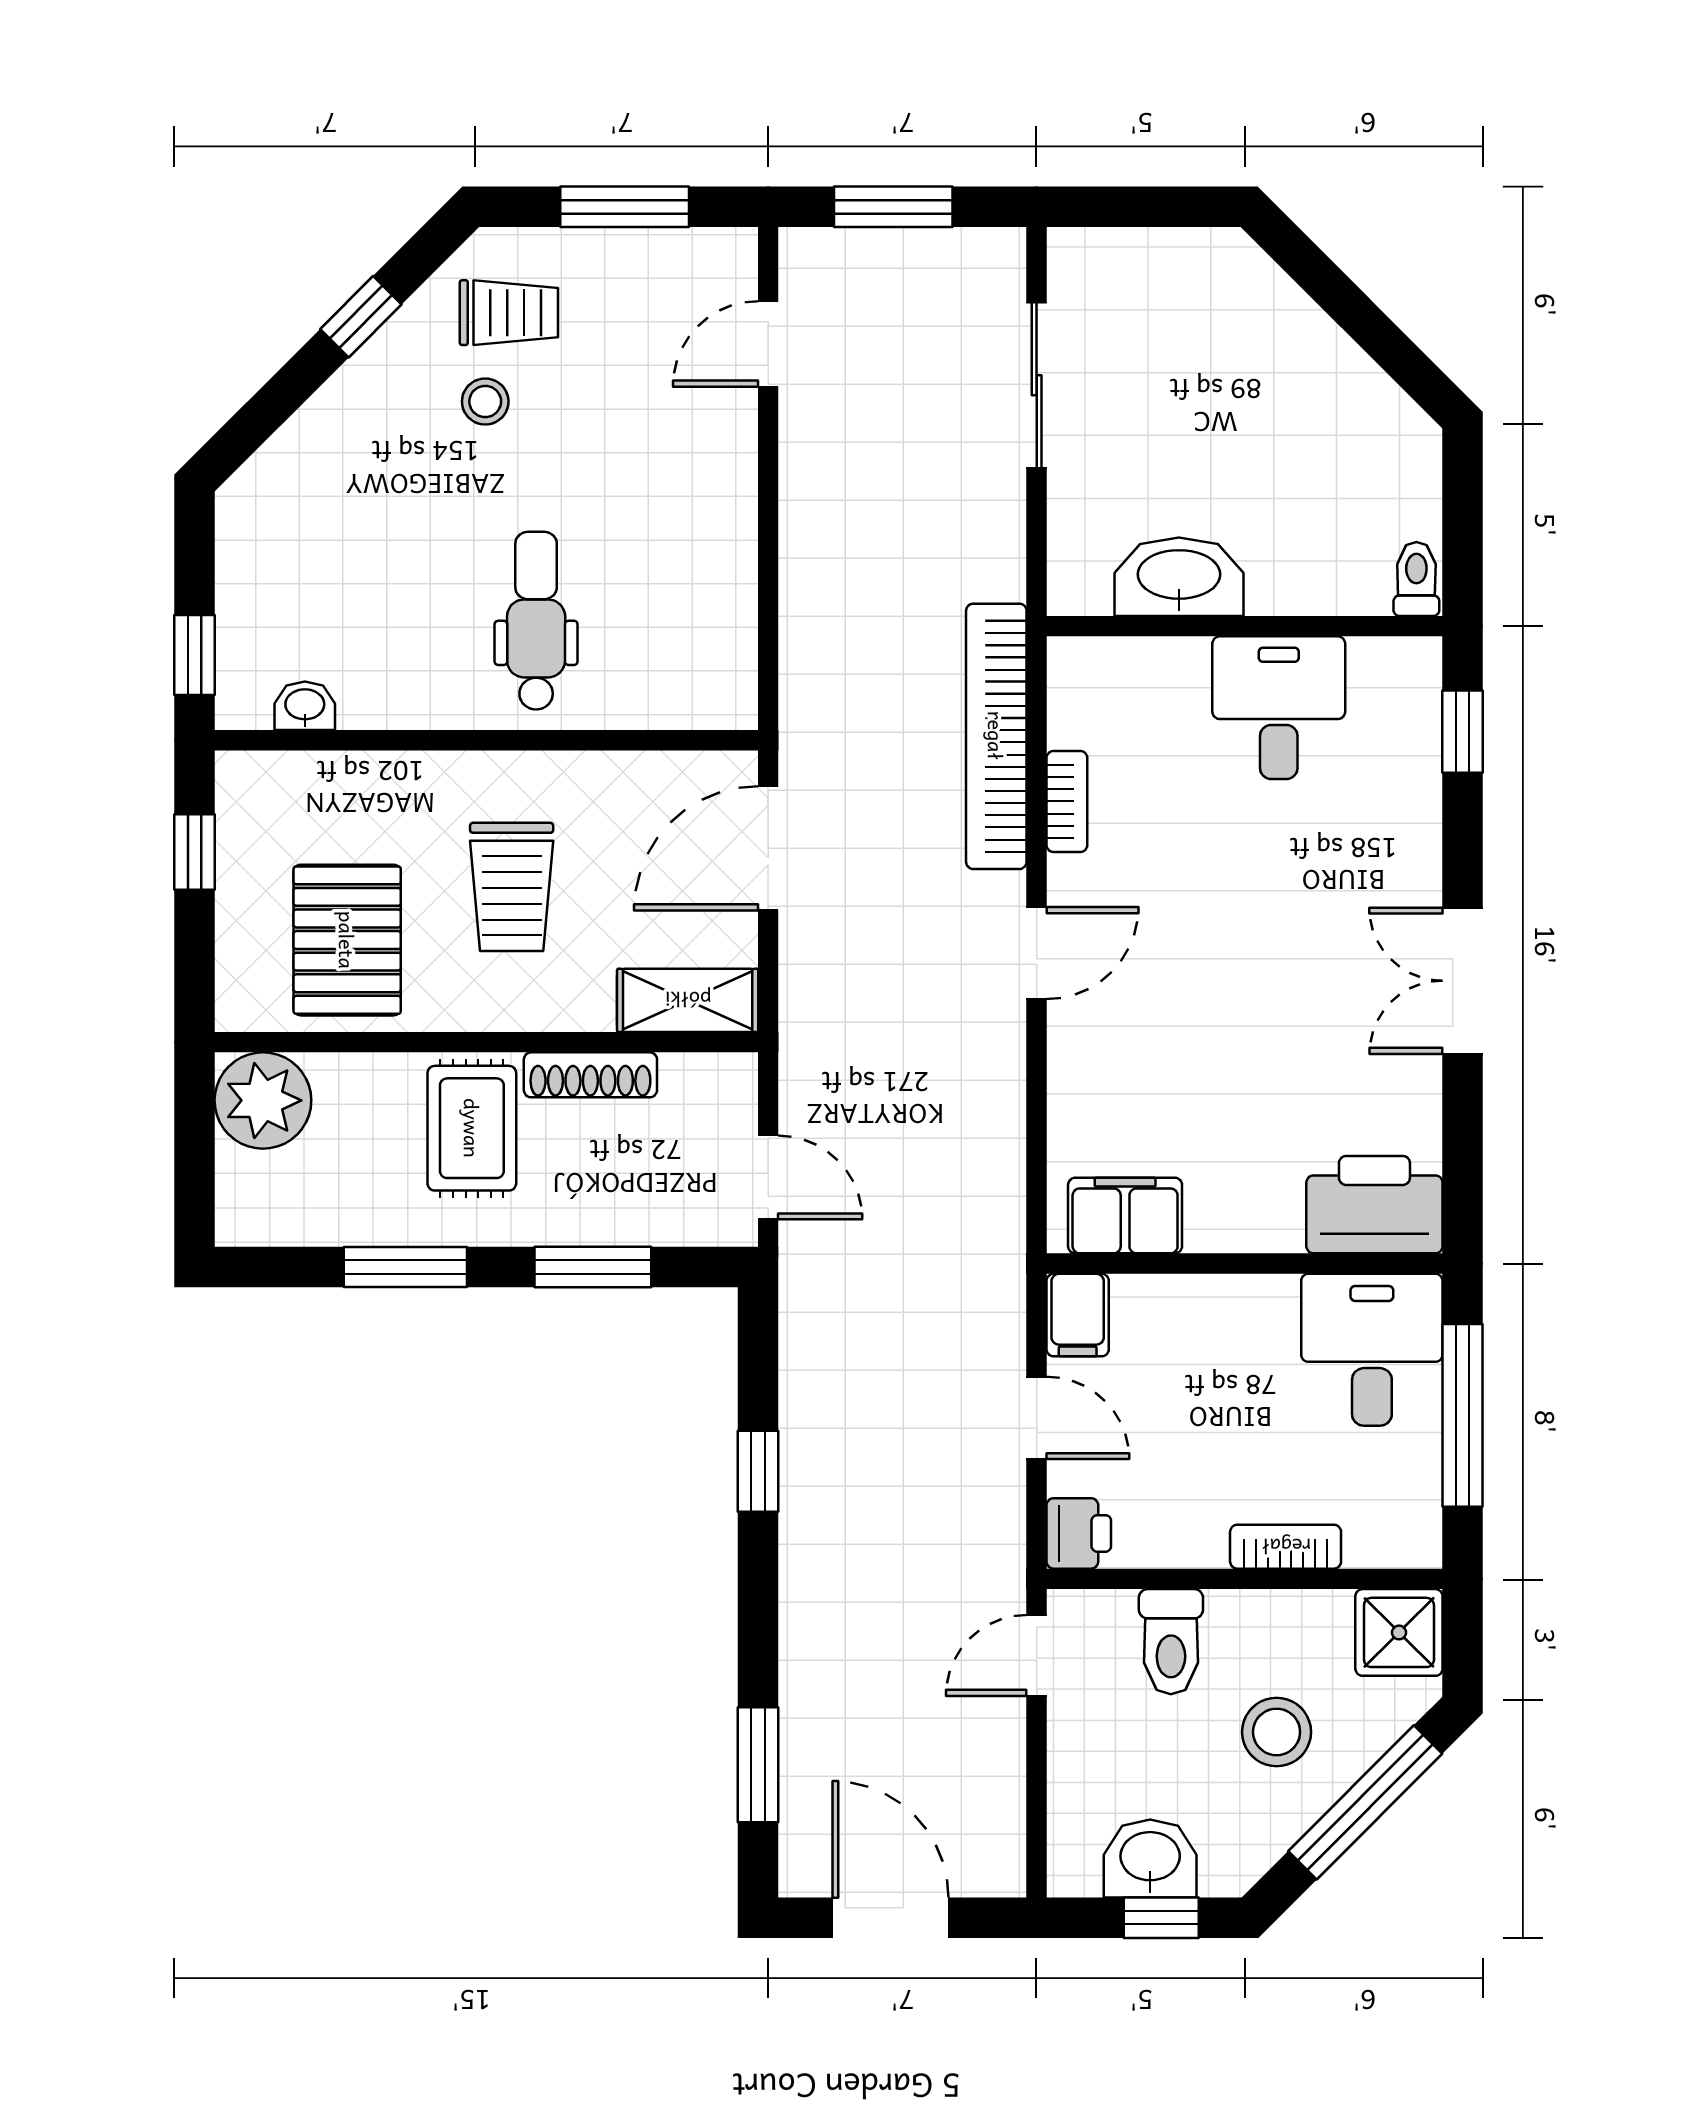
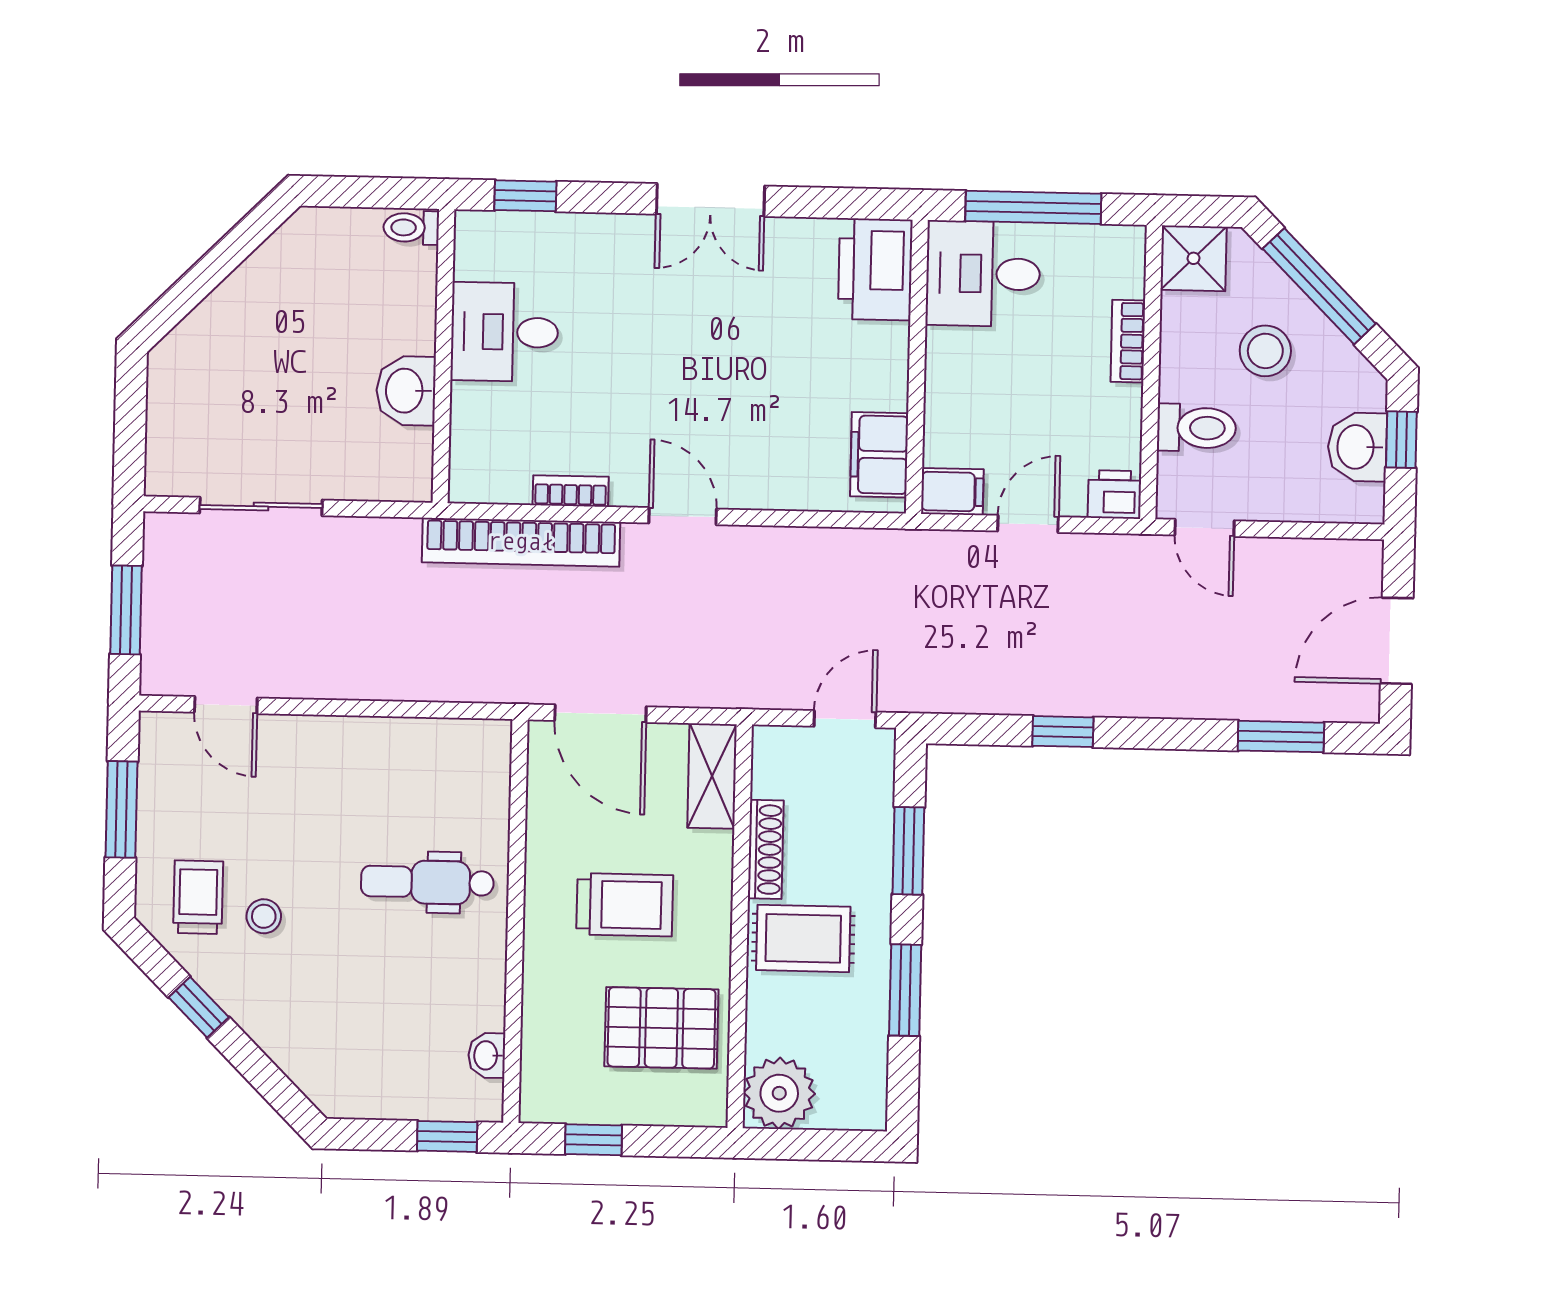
washbasin: (1179, 577) -> (406, 391), width x0.72

